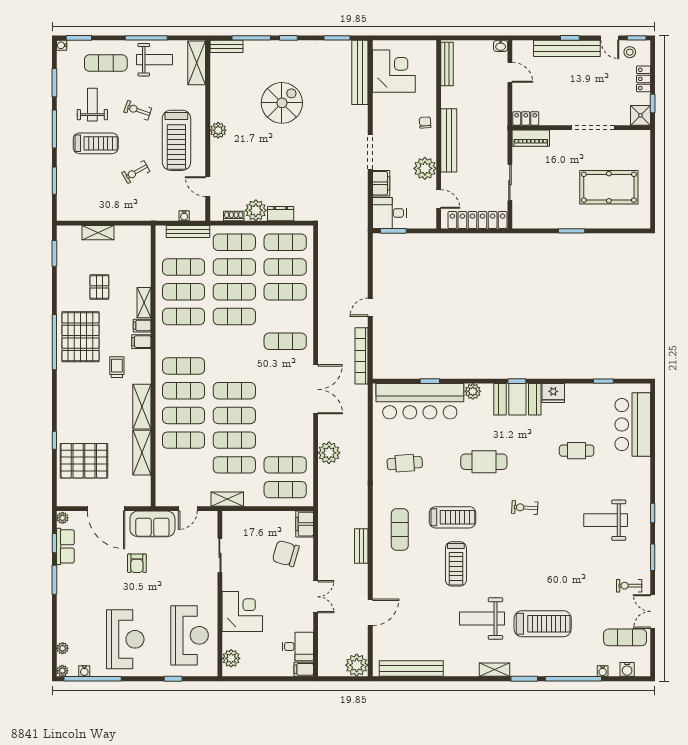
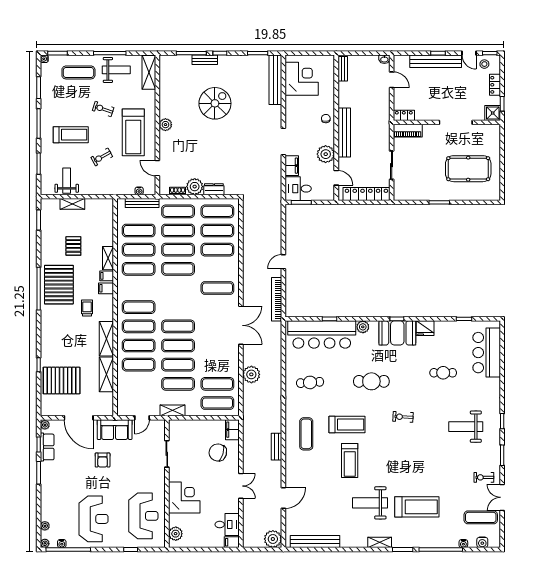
bench: (226, 46) -> (205, 60), moved
bench: (447, 64) -> (343, 69), width x0.73
weight bench: (92, 105) -> (67, 181), moved

